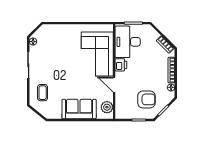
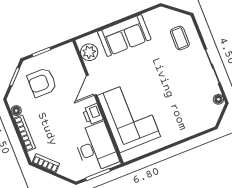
door: (114, 85) -> (91, 85), swing flipped

